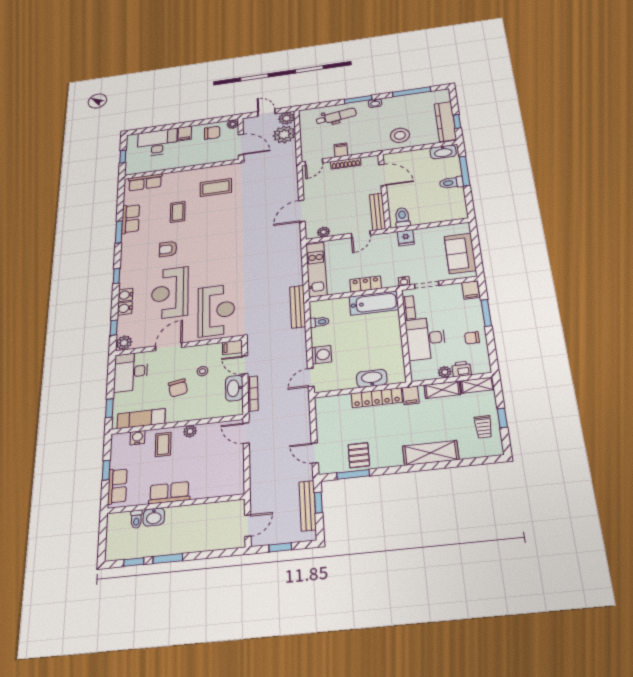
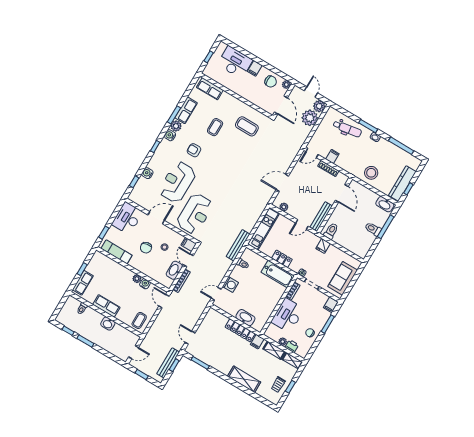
water cooler: (125, 295) -> (170, 135), moved
plant: (124, 343) -> (176, 126), moved
water cooler: (137, 438) -> (145, 284), moved
coffee table: (163, 444) -> (139, 320), moved
pallet: (359, 455) -> (210, 355), removed
washbasin: (154, 517) -> (108, 324), moved

